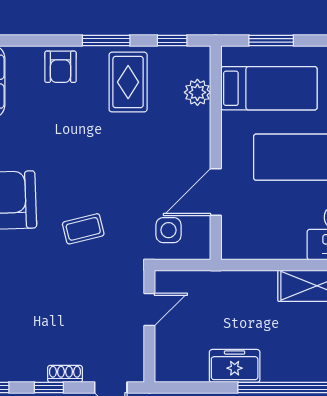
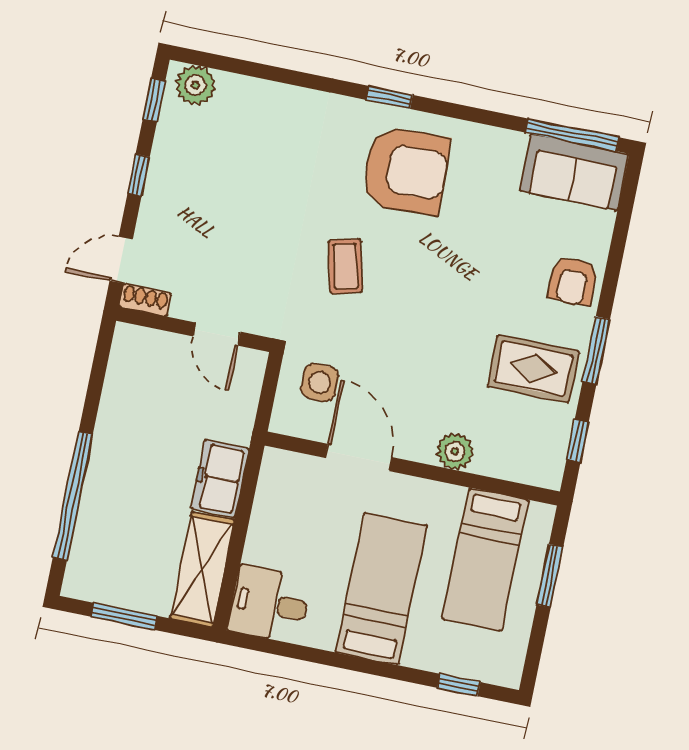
armchair: (61, 67) -> (573, 281), turned -90
plant: (197, 92) -> (455, 451), moved
freezer: (235, 366) -> (220, 478), moved, turned 180
shoe rack: (65, 374) -> (145, 300), moved, turned -90

